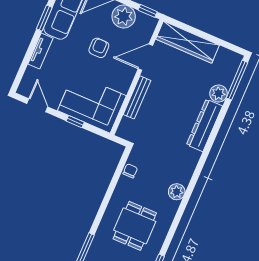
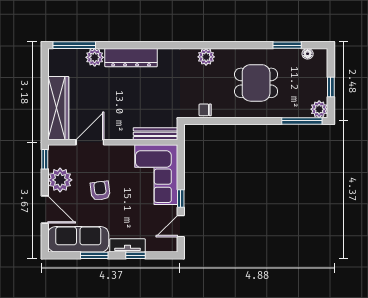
armchair: (99, 48) -> (100, 191), turned 83
window: (29, 54) -> (136, 255), added
door: (145, 57) -> (90, 142), swing flipped
bench: (137, 97) -> (155, 134), moved
window: (75, 122) -> (181, 198), moved

